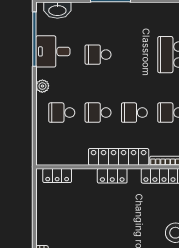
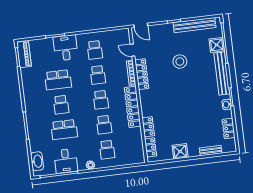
school desk: (98, 55) -> (64, 130), width x1.85
school desk: (134, 55) -> (61, 105), added
locker: (112, 176) -> (148, 127), moved
shower: (46, 217) -> (180, 151), added

